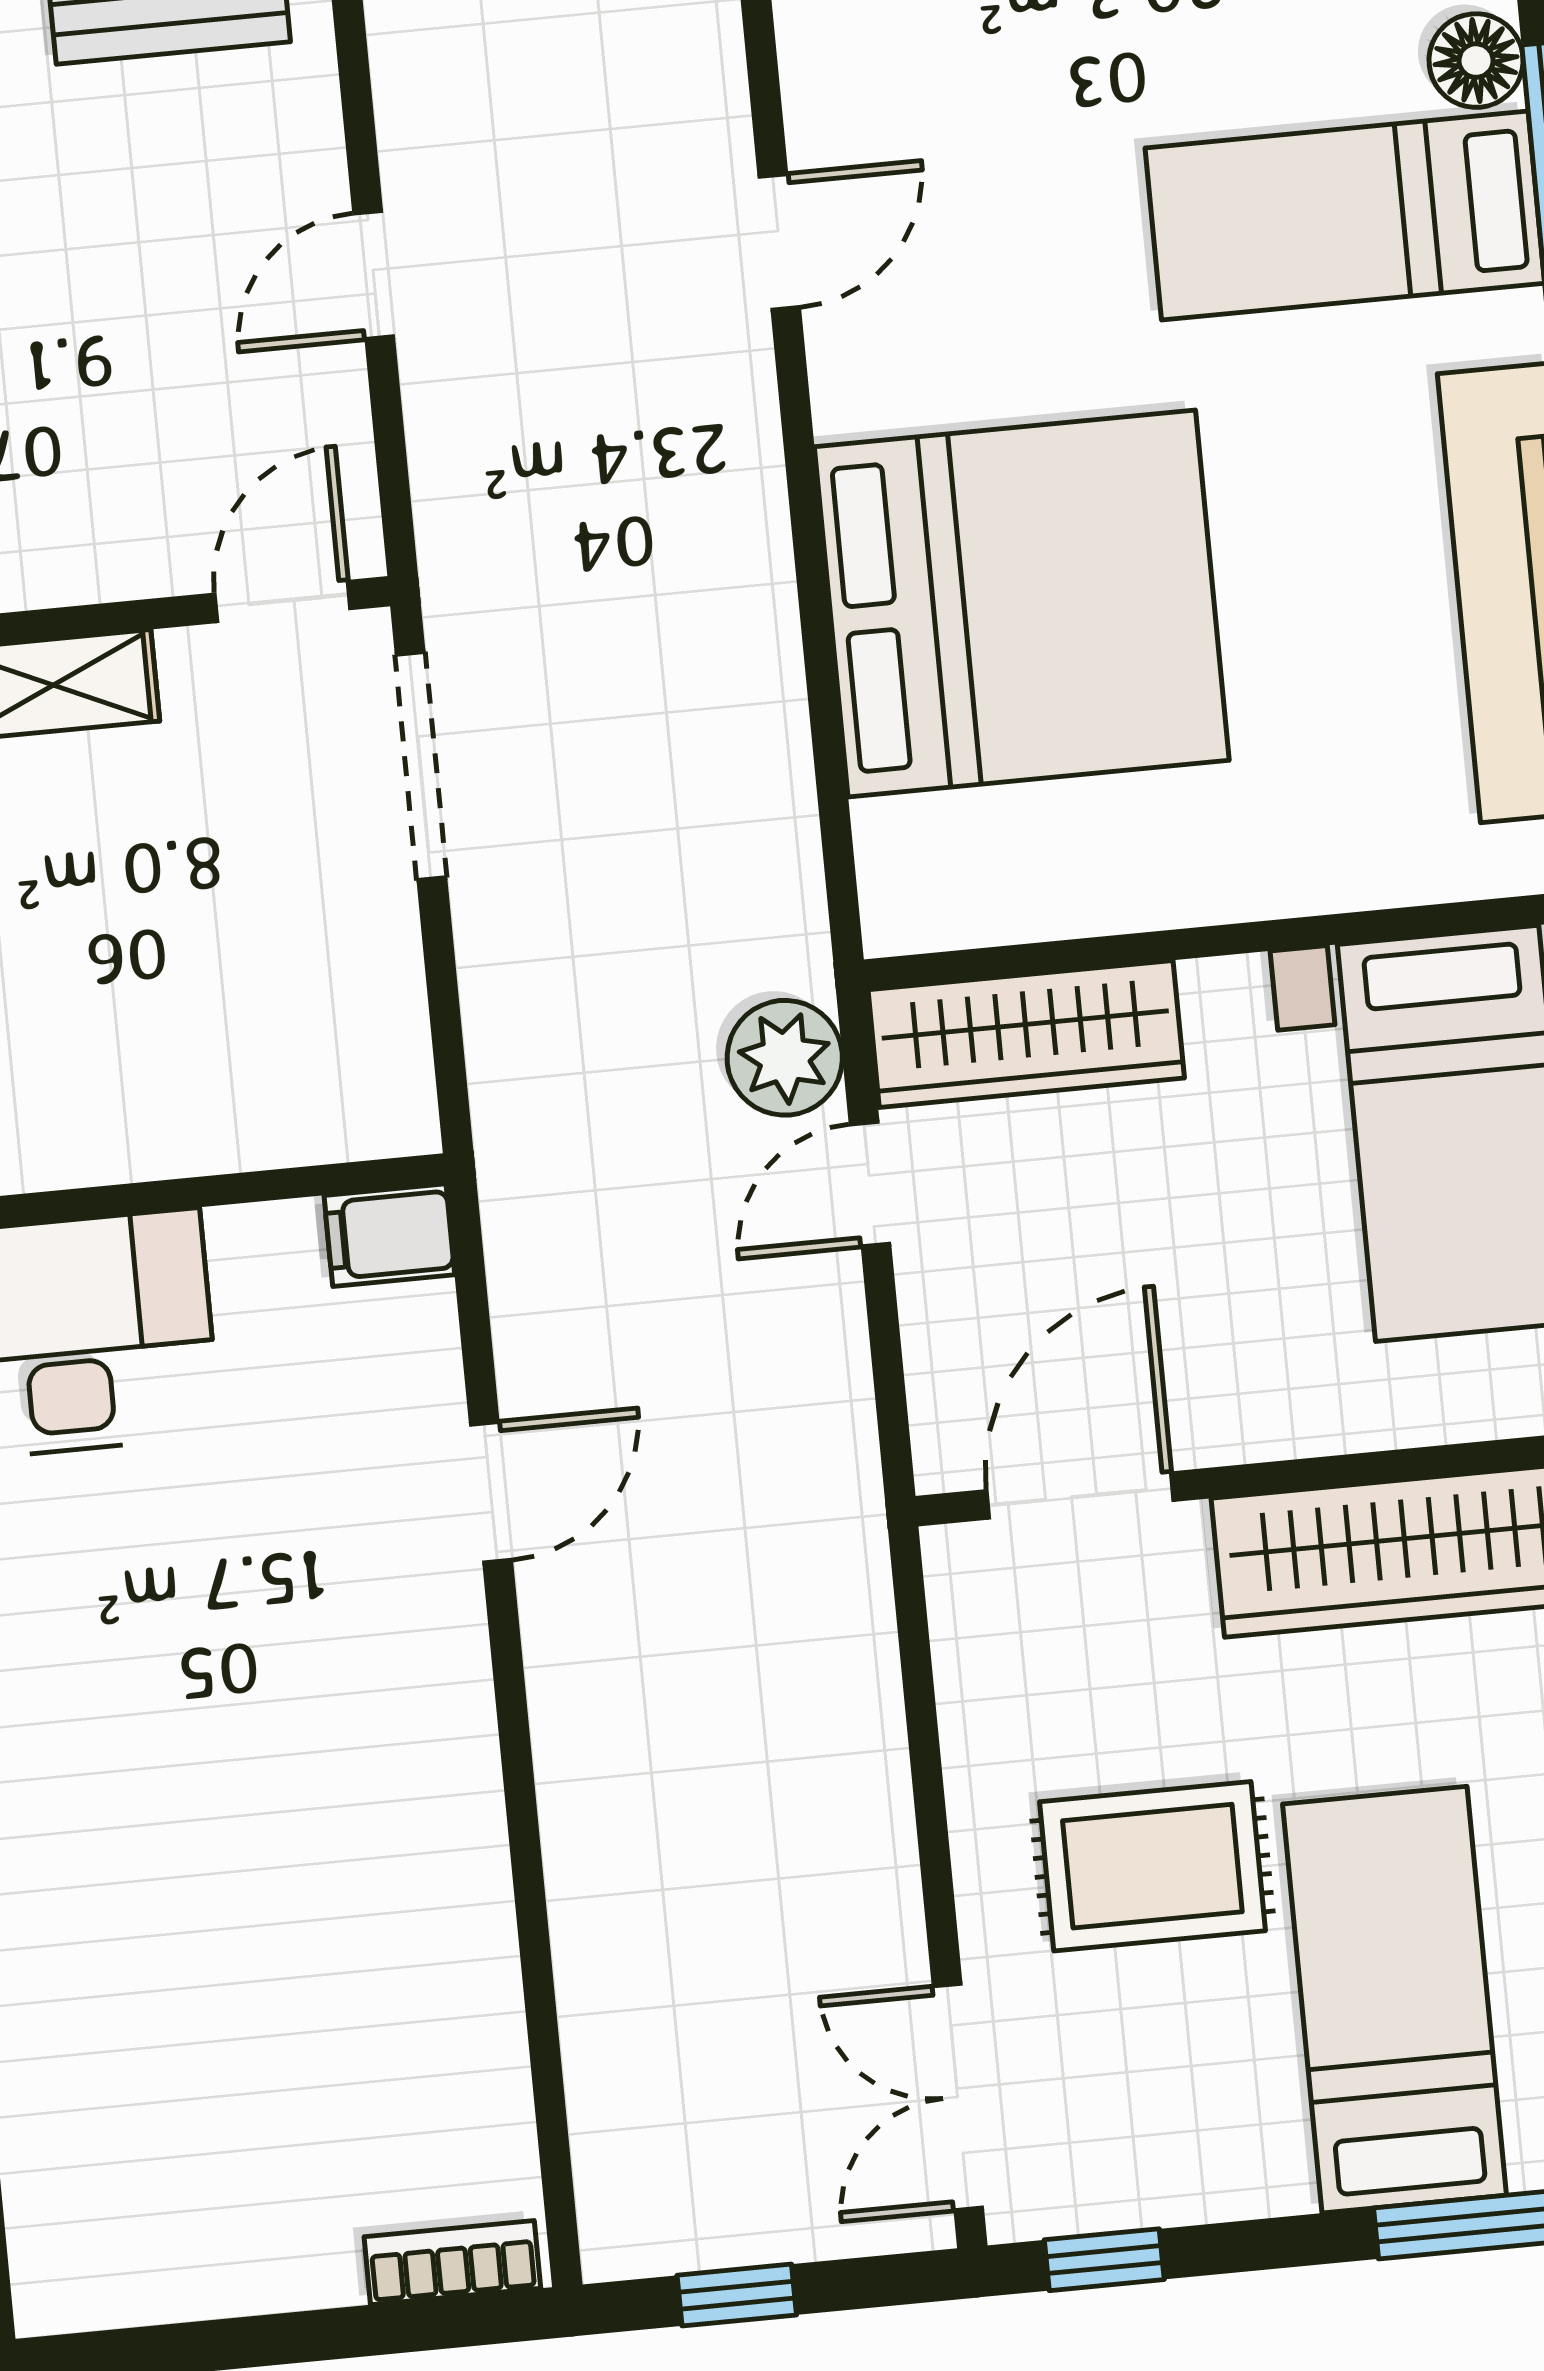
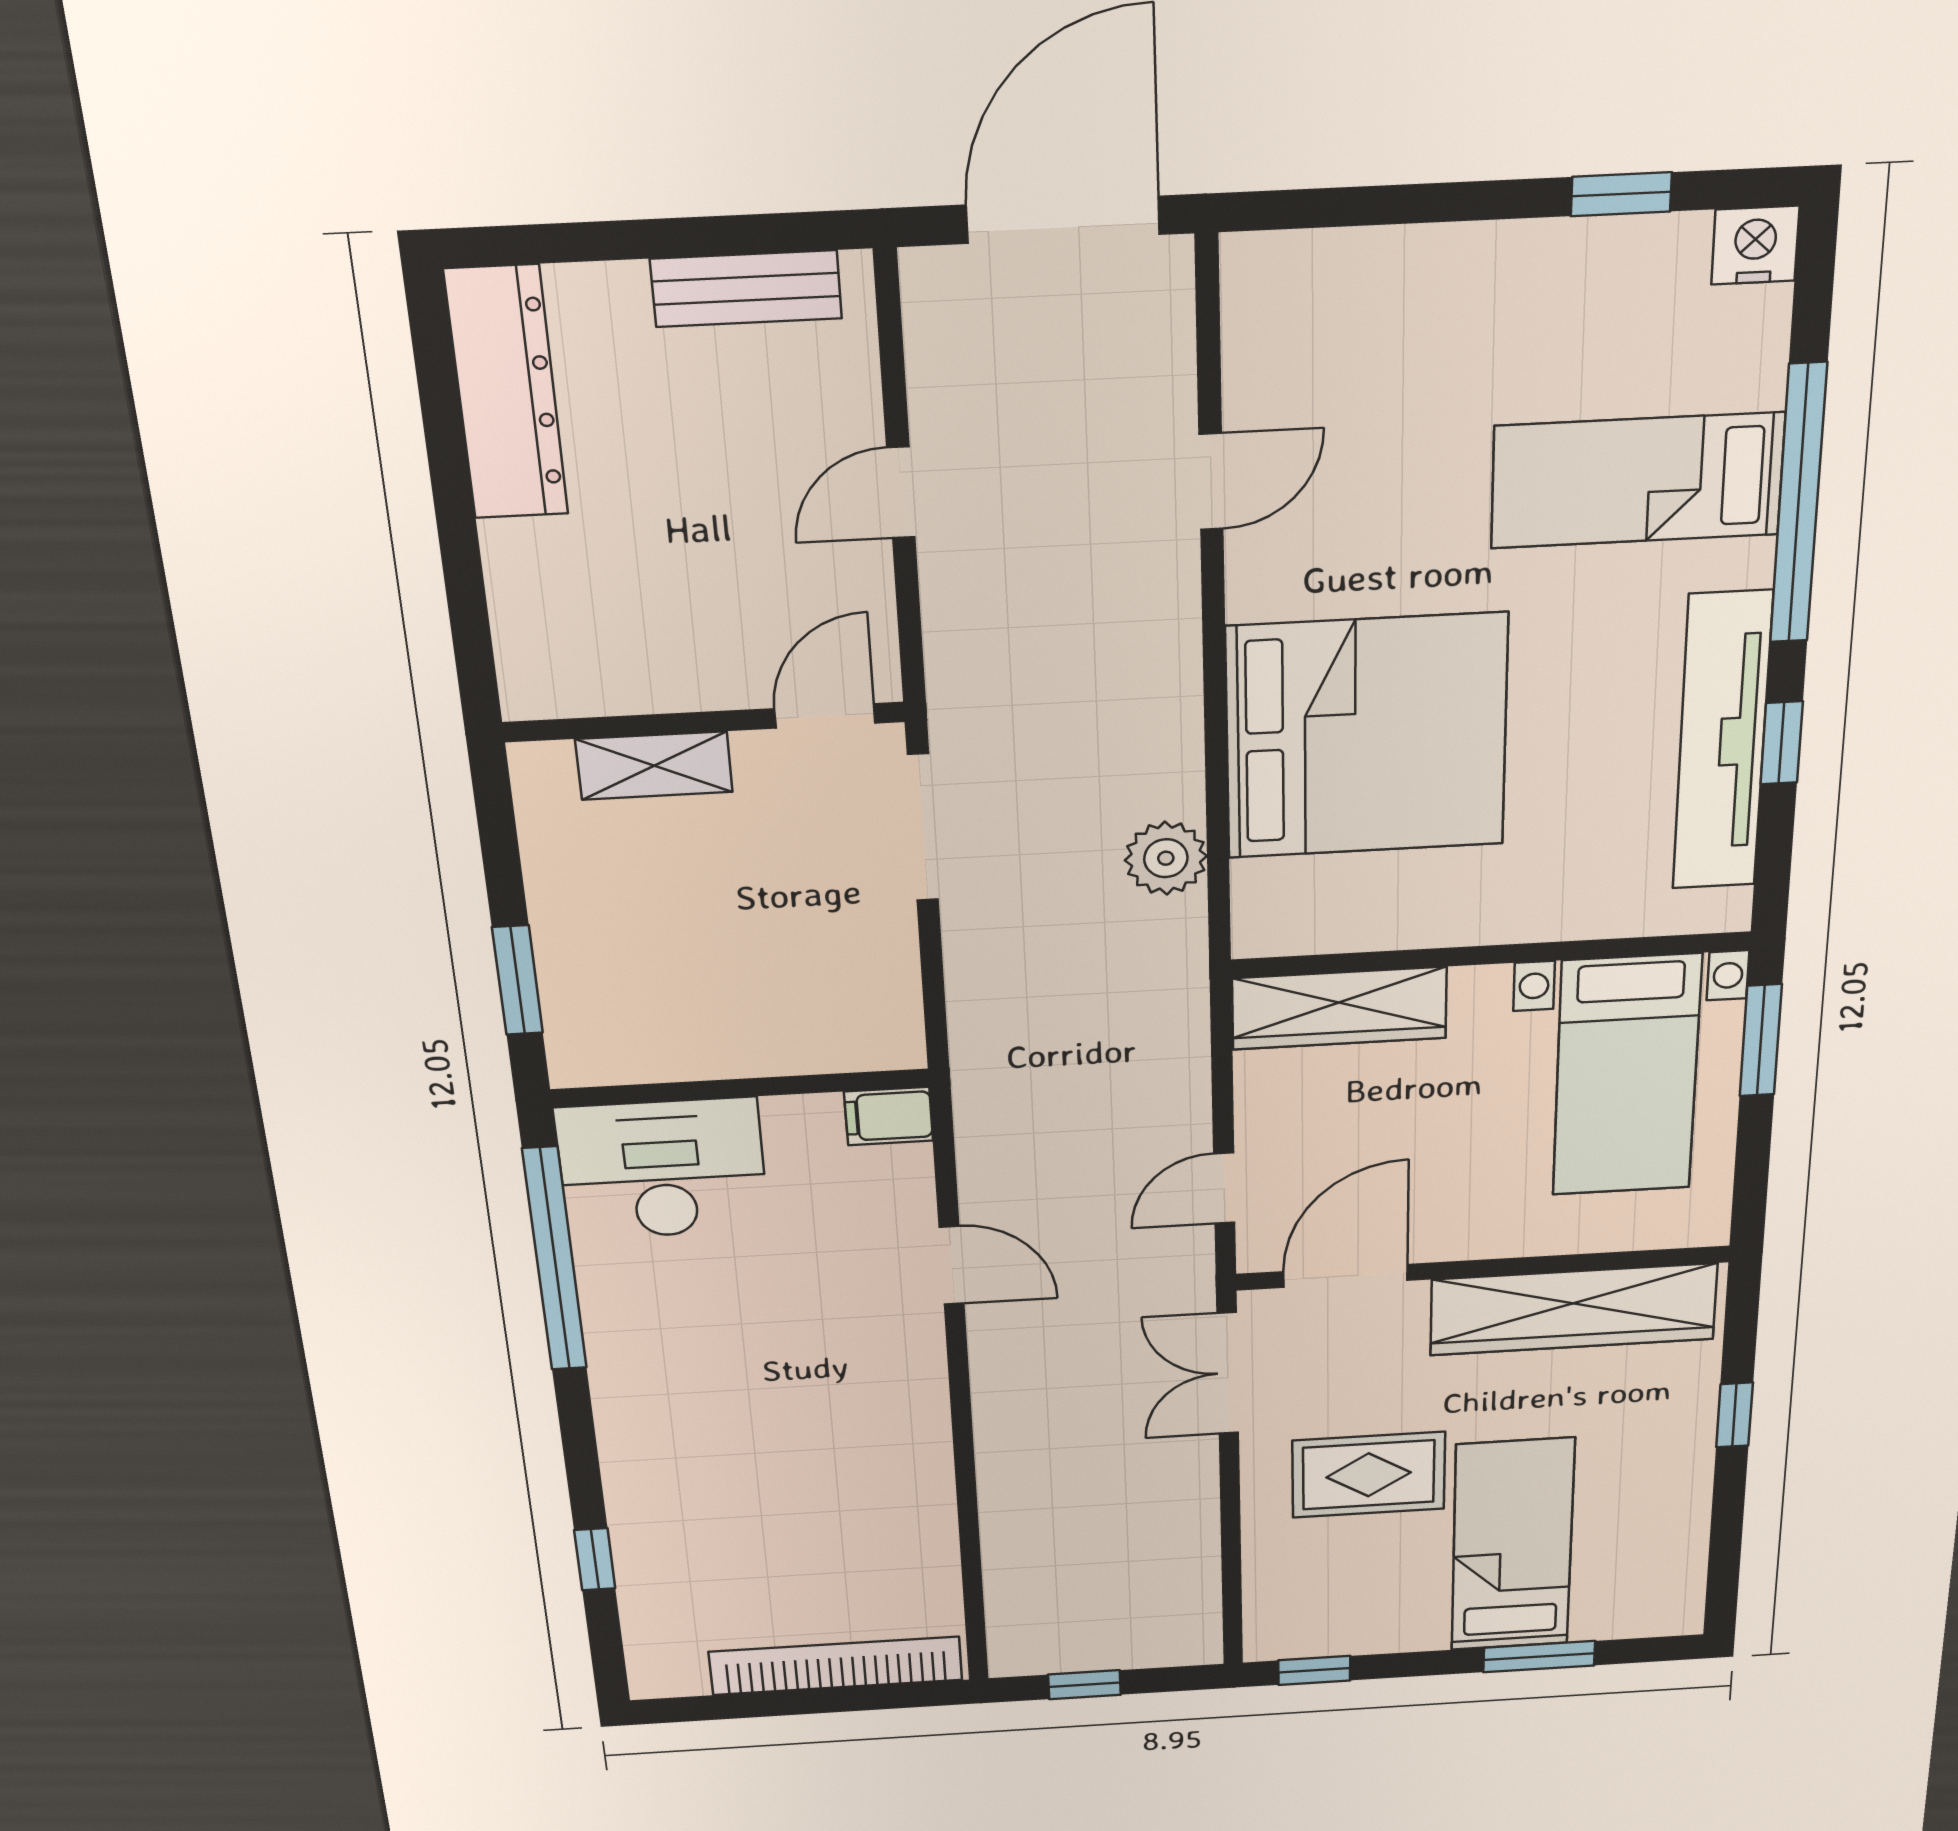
floor lamp: (1476, 61) -> (1753, 373), removed
plant: (785, 1058) -> (1166, 858), moved
door: (870, 1184) -> (1224, 1188), moved
door: (491, 1492) -> (952, 1265), hinge flipped
double door: (958, 2097) -> (1228, 1373), moved
bookcase: (452, 2263) -> (836, 1666), width x2.31, depth x1.31

